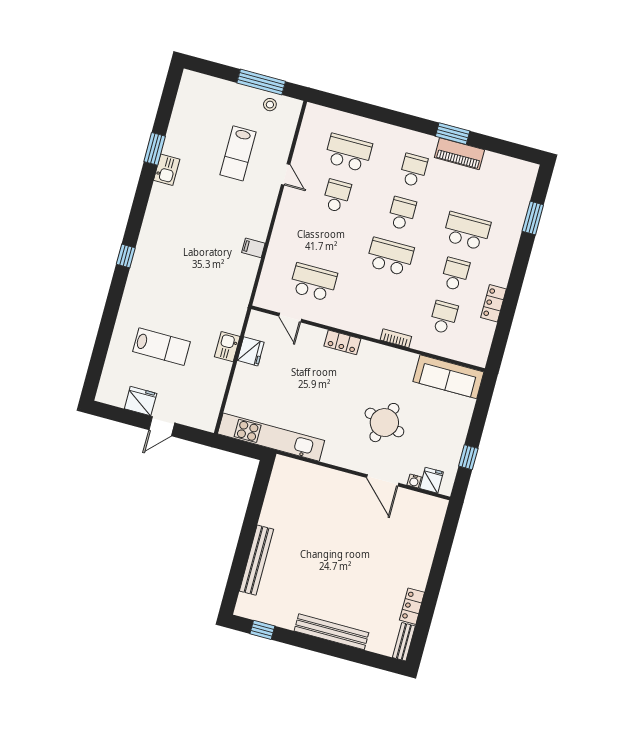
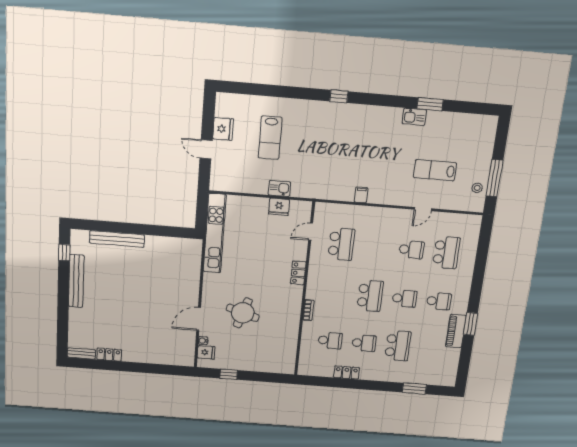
sofa: (448, 377) -> (286, 351), removed
bench: (331, 632) -> (76, 281), moved

